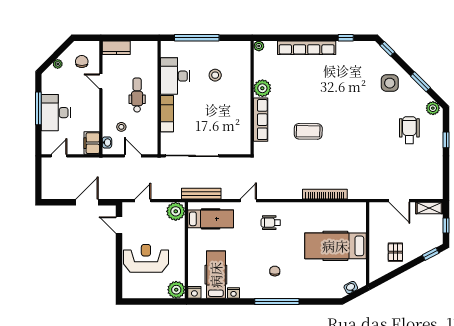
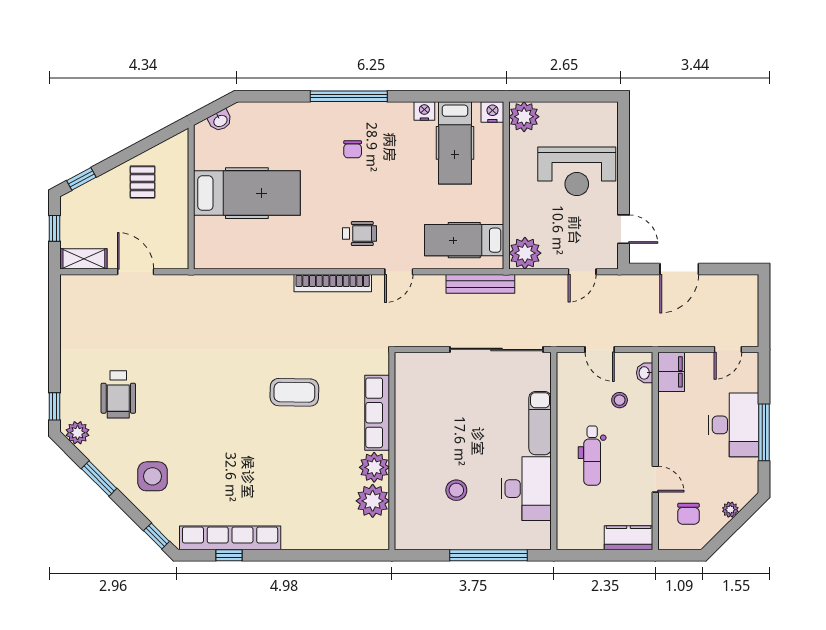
plant: (259, 46) -> (373, 501), moved, width x1.87, depth x1.87
row of seats: (307, 48) -> (230, 538), moved
window: (446, 140) -> (54, 406), moved
bookcase: (325, 194) -> (333, 283), moved

